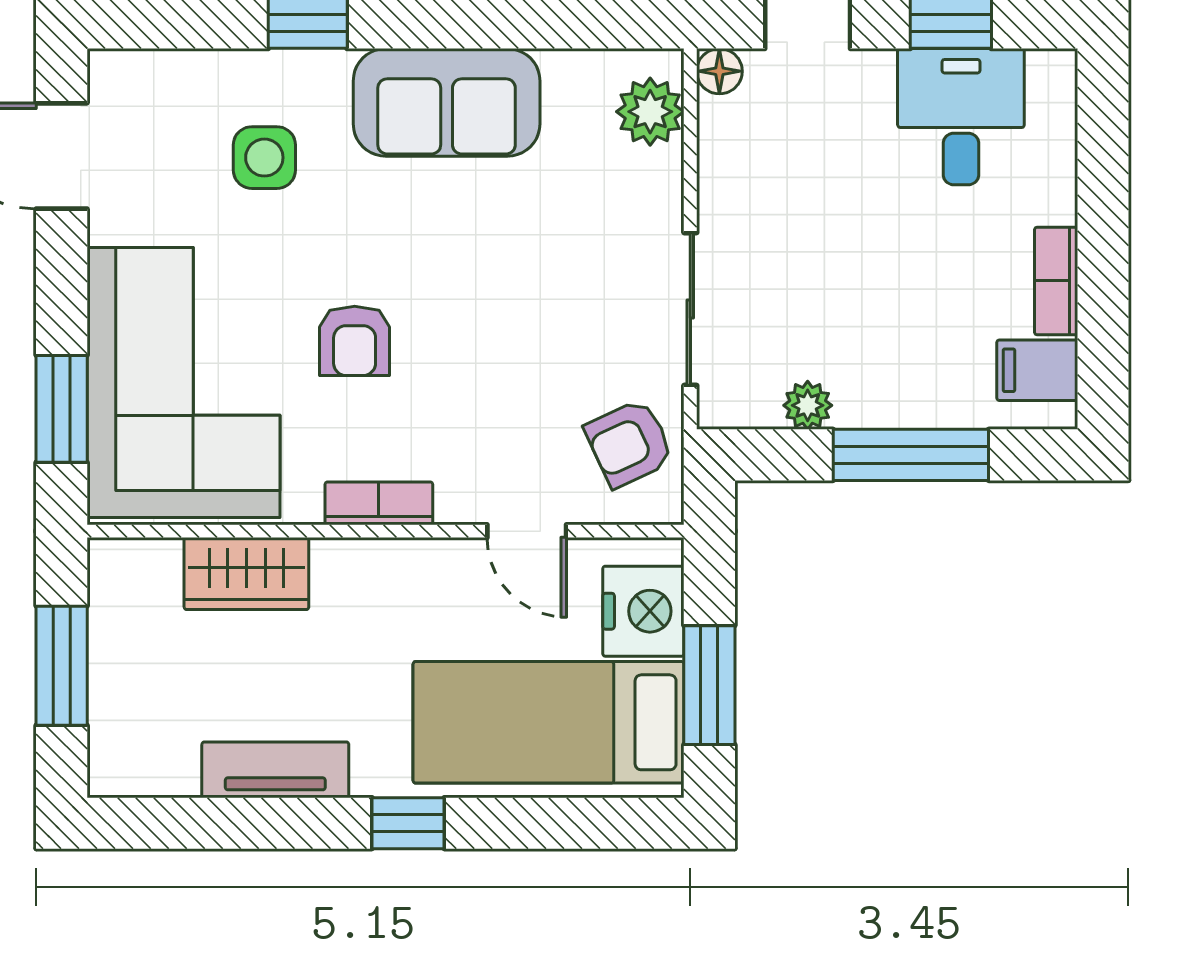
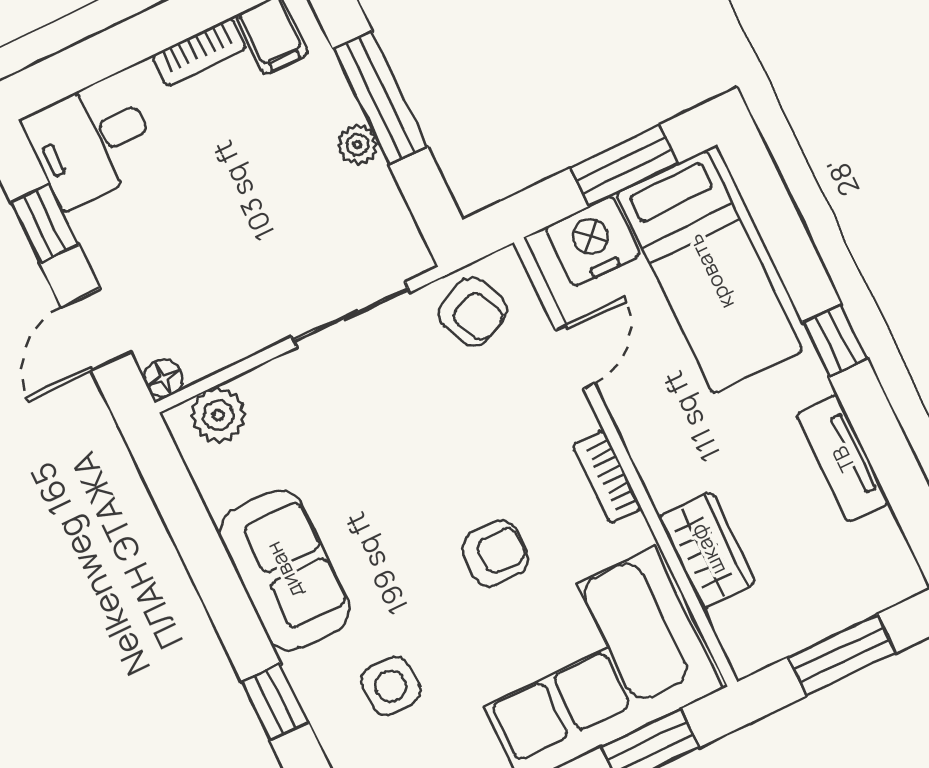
desk: (961, 117) -> (91, 142), moved
plant: (808, 405) -> (357, 145), moved

